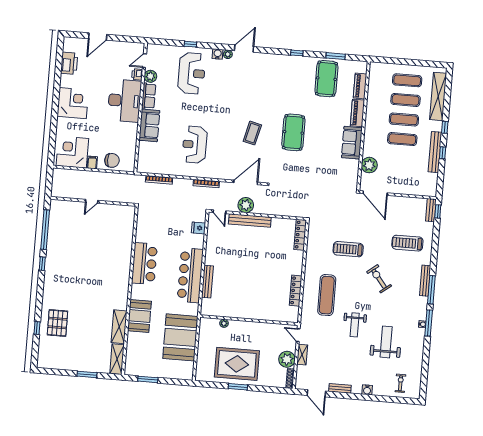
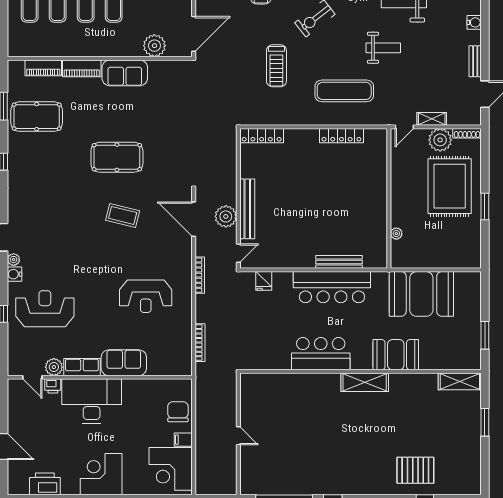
shelving: (119, 327) -> (365, 382), moved
rug: (237, 364) -> (450, 186), moved

